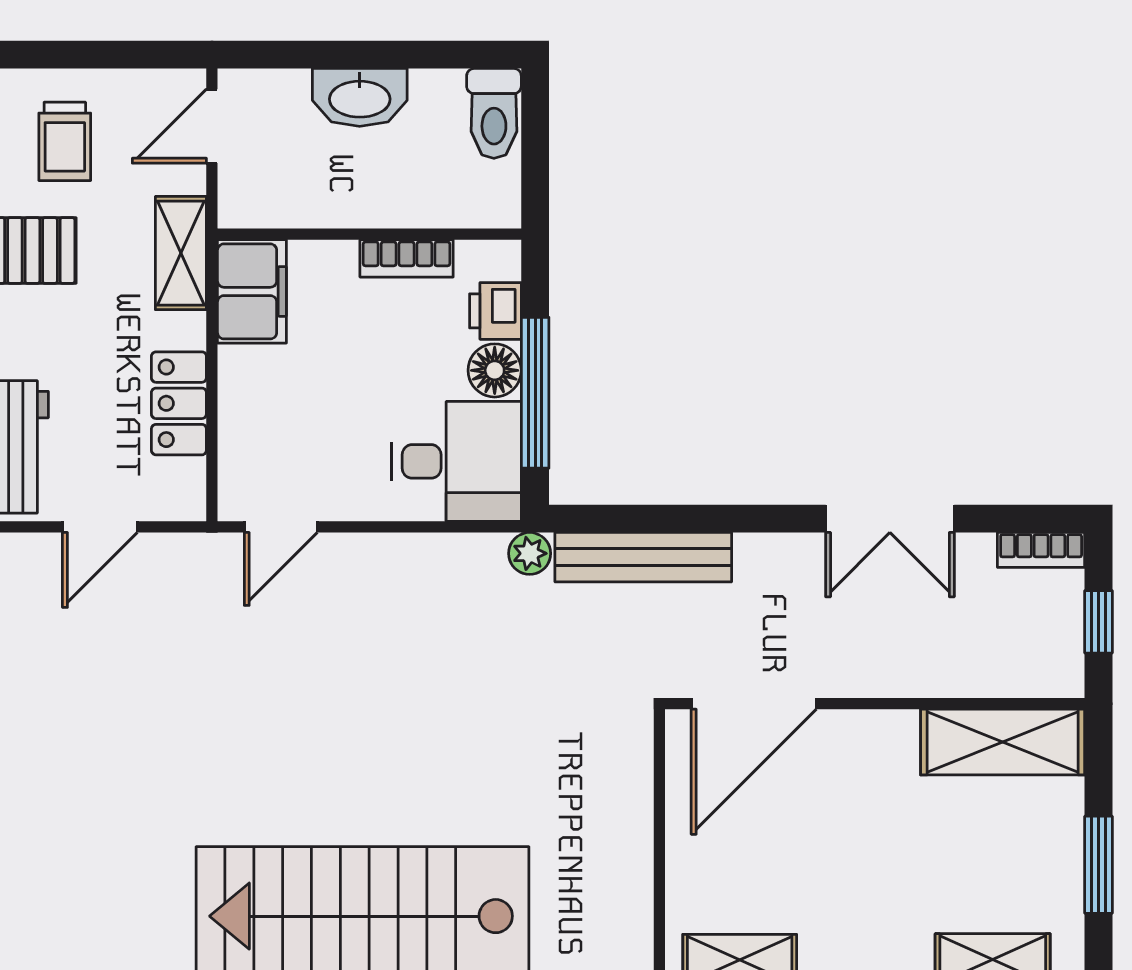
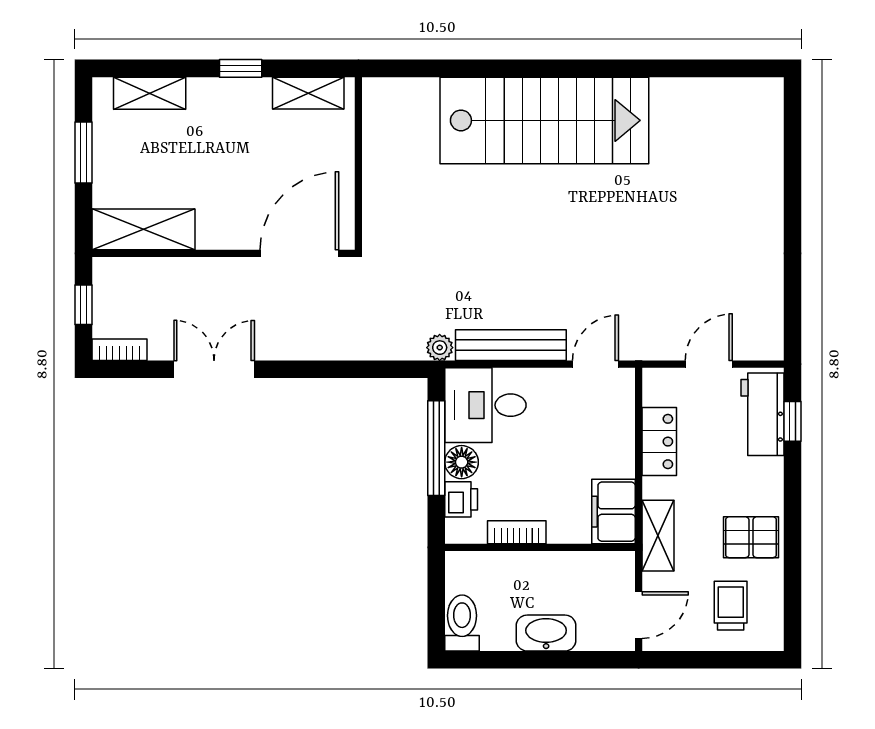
bench: (643, 557) -> (511, 345), moved

